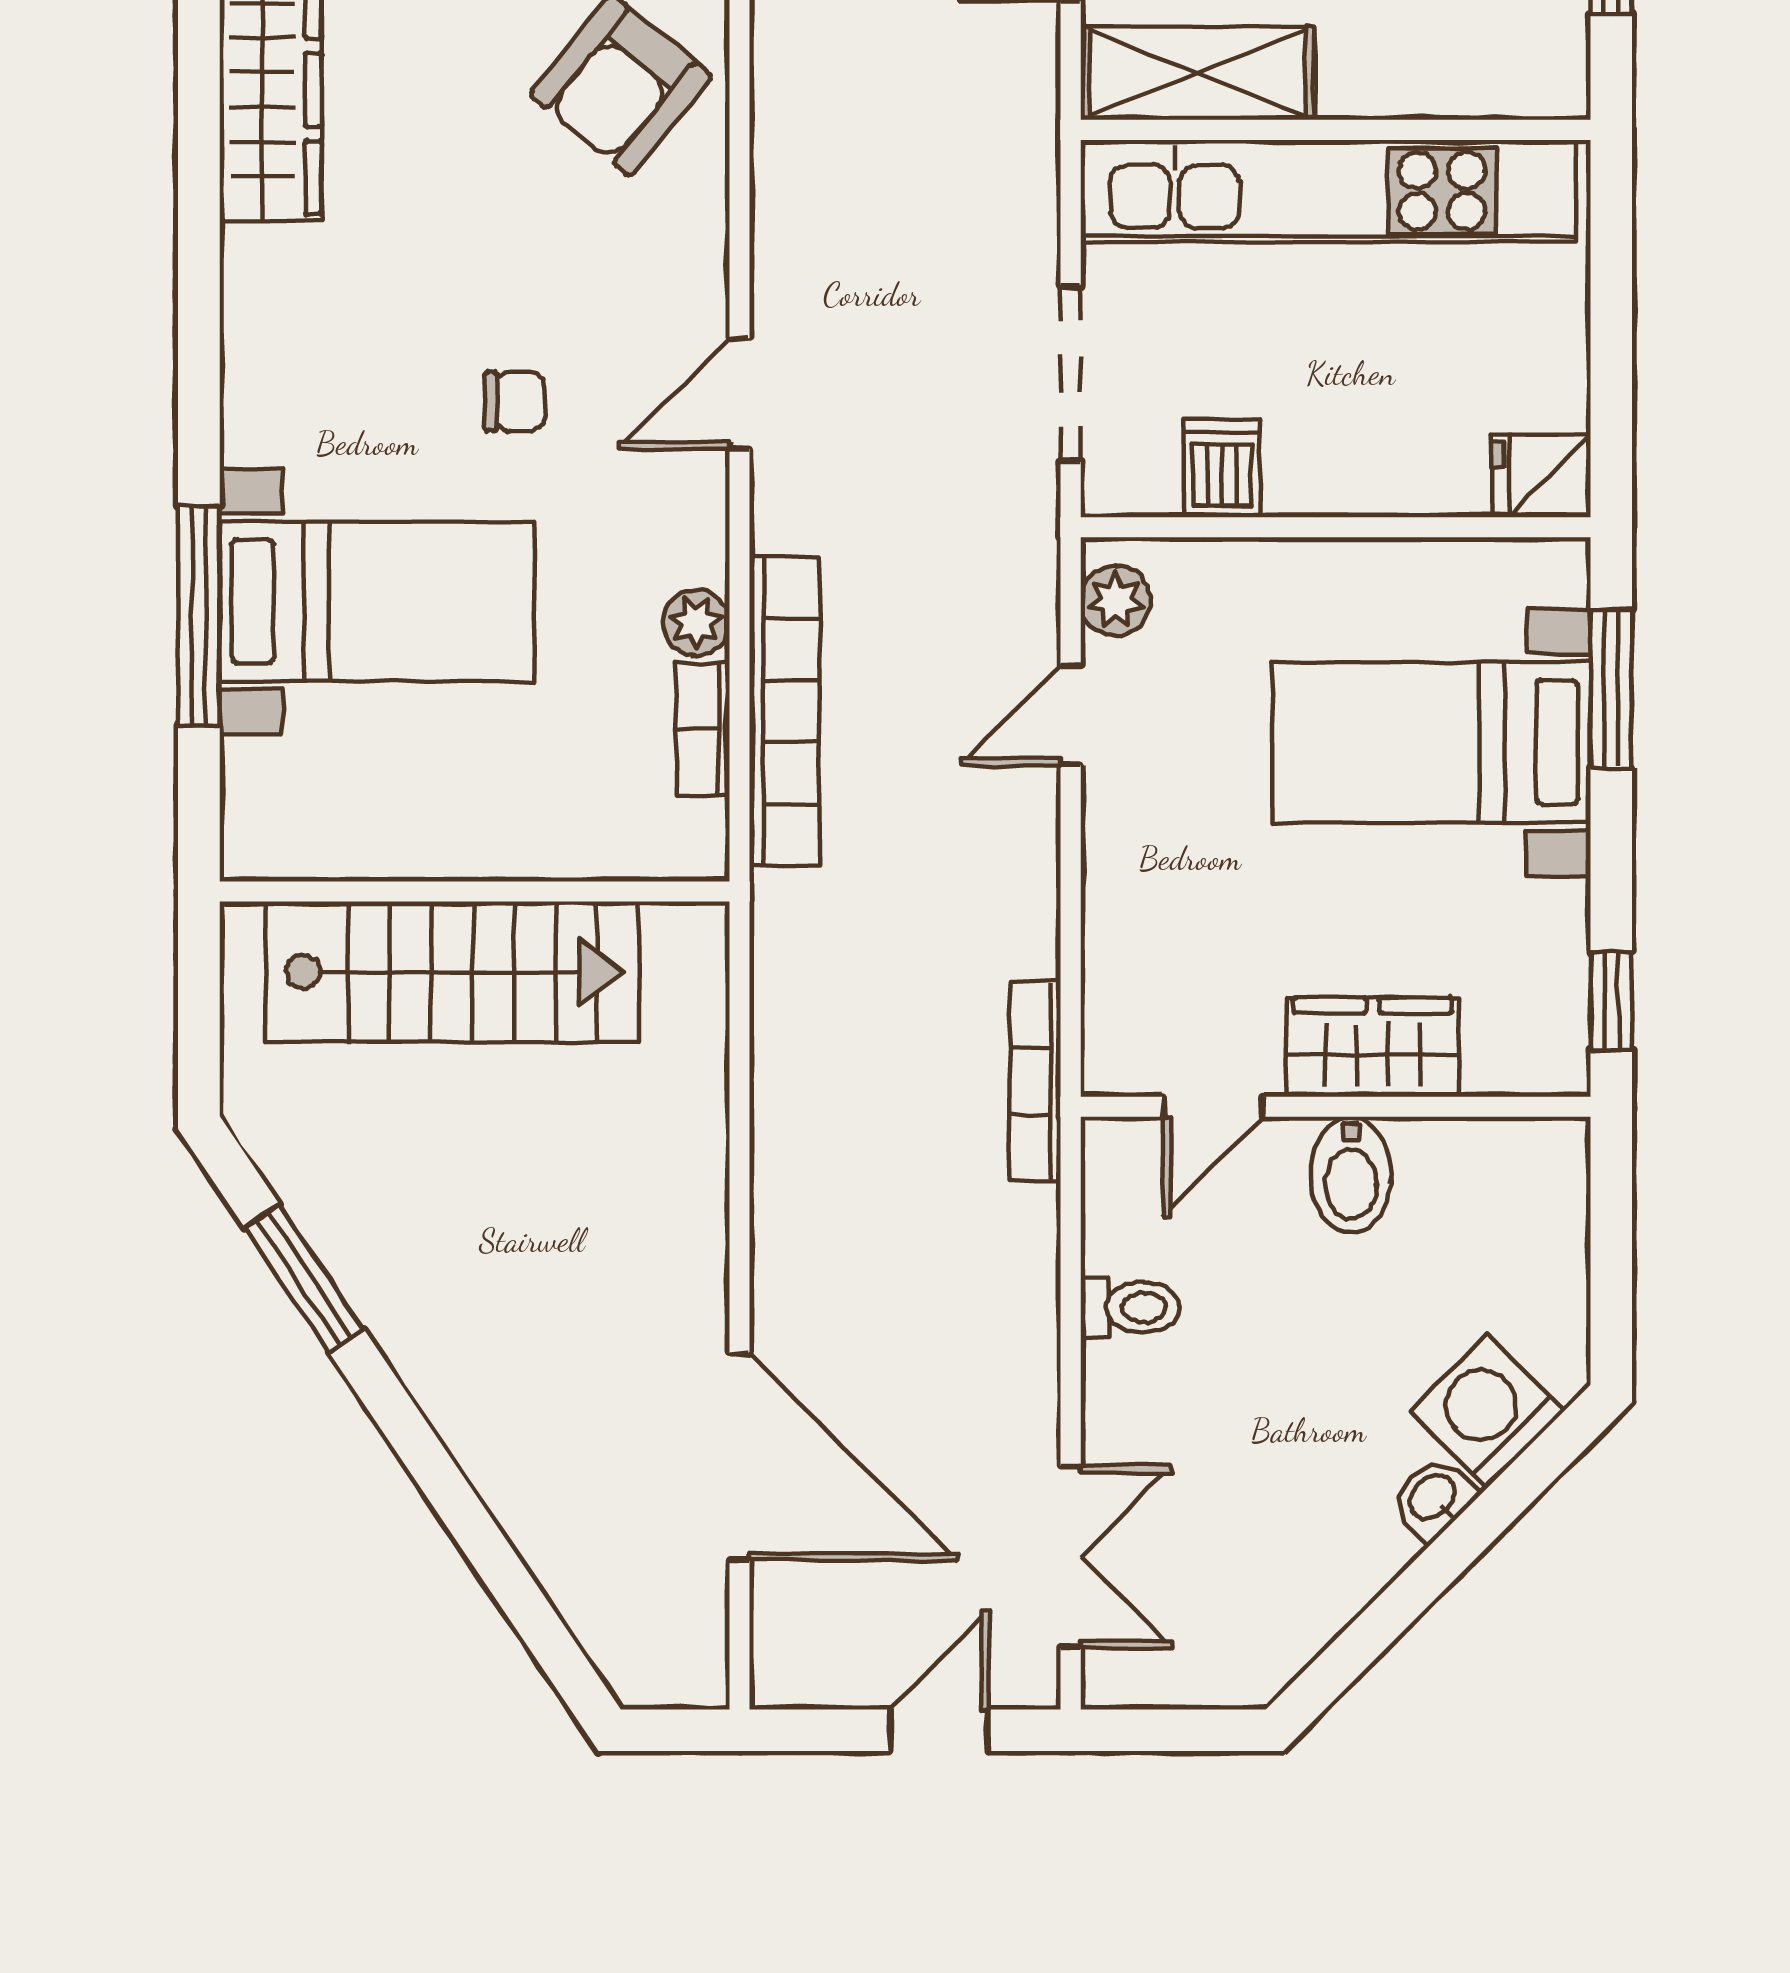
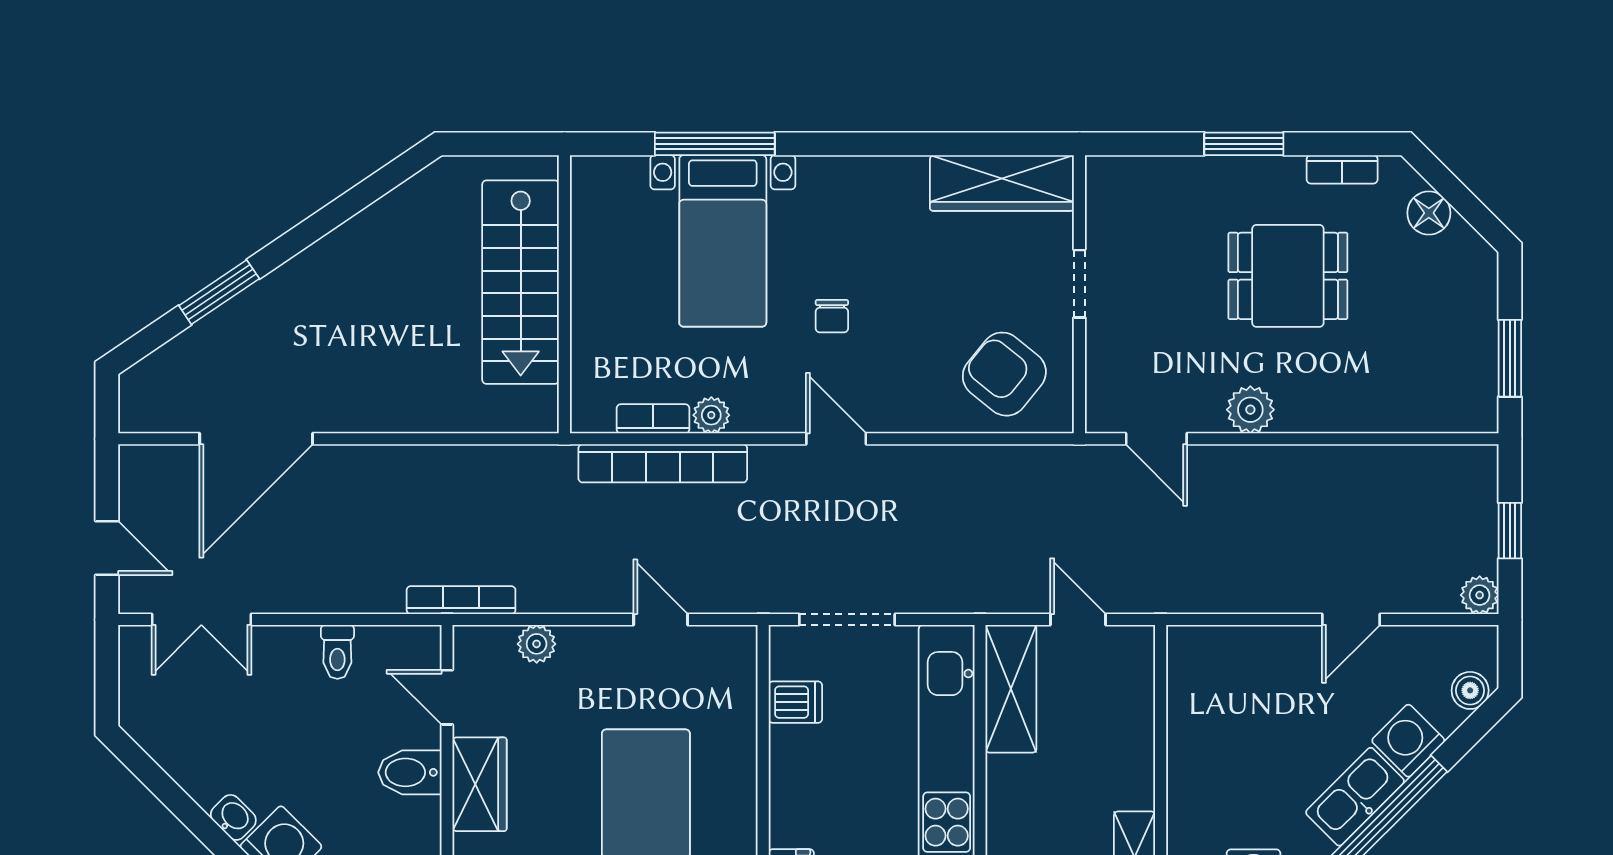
plant: (1115, 601) -> (537, 644), moved
window: (304, 1278) -> (219, 292), moved

